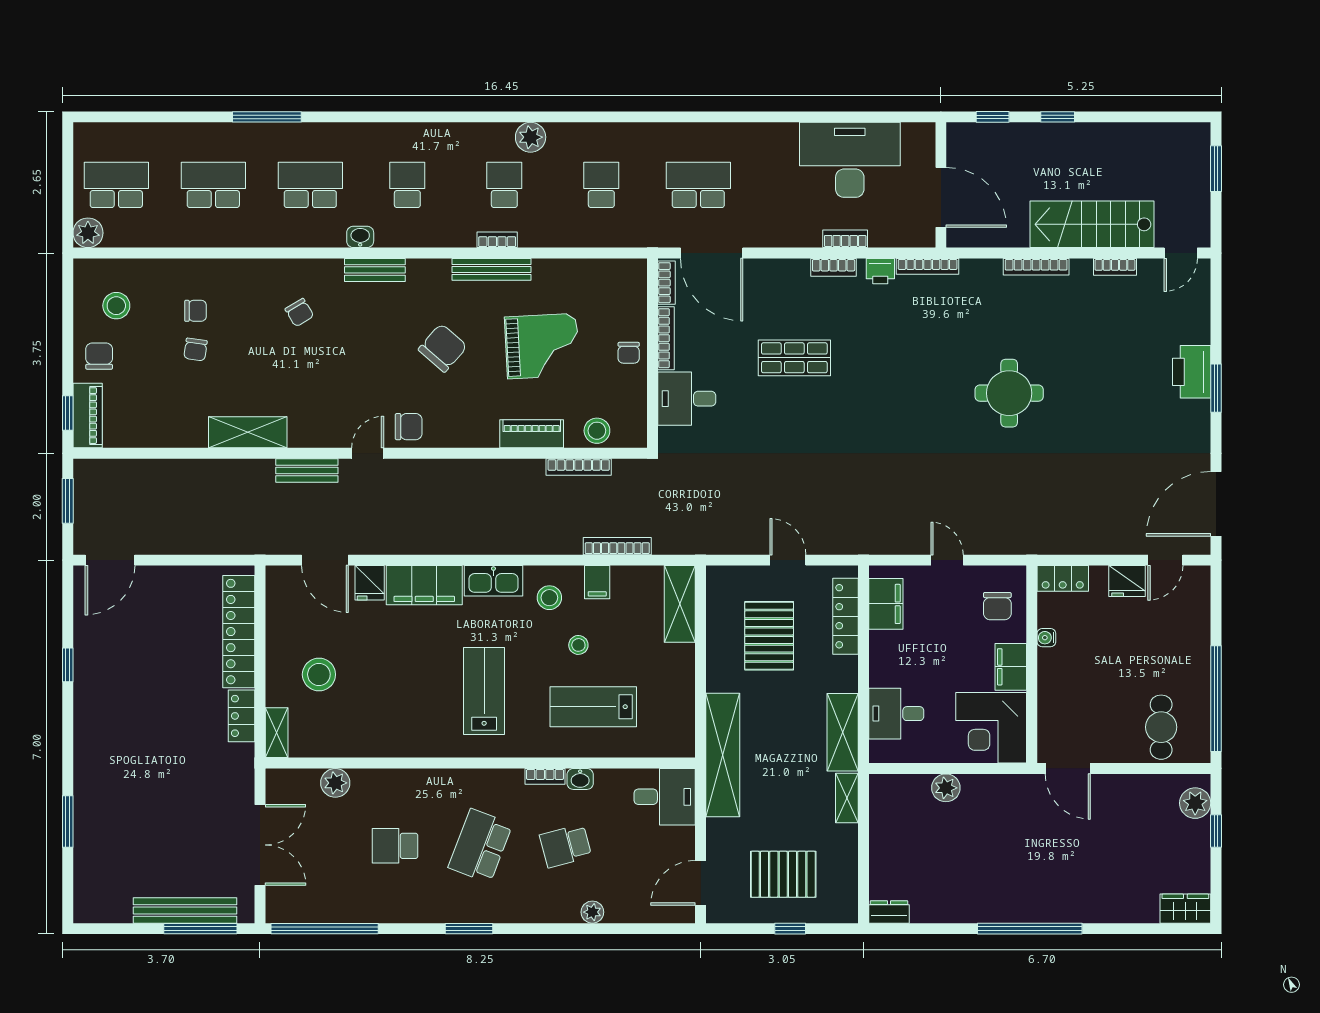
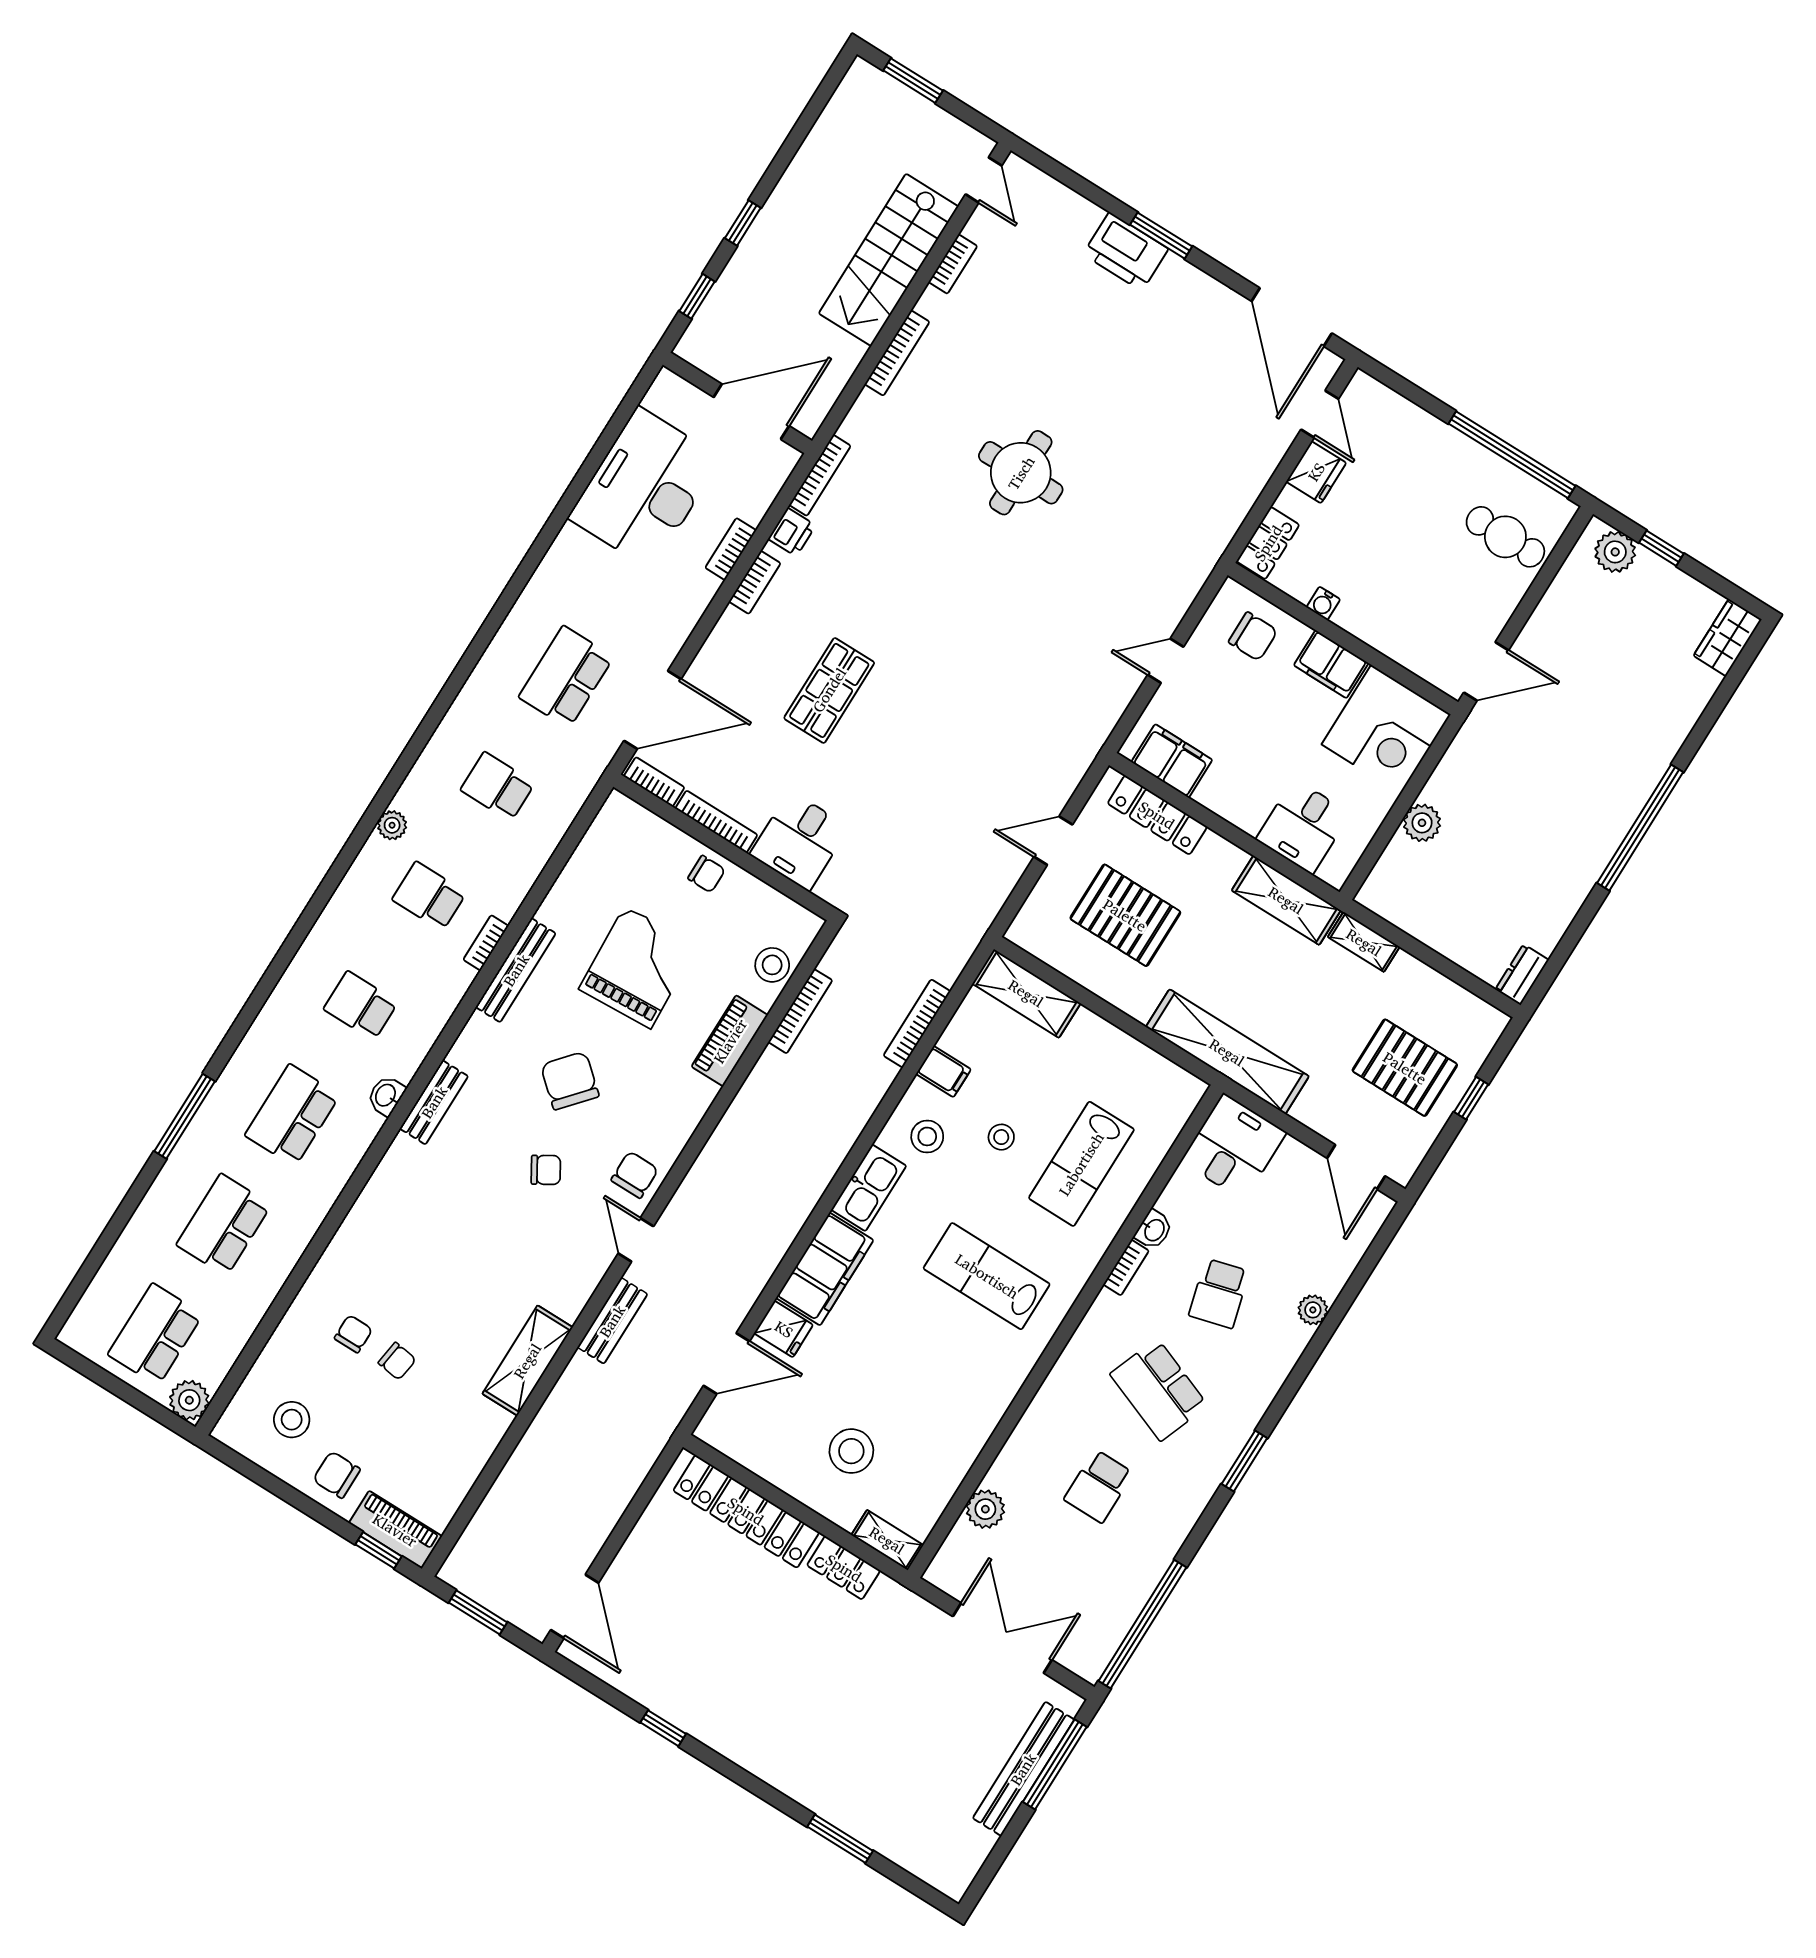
plant: (531, 137) -> (392, 825), width x0.73, depth x0.73
chair: (299, 313) -> (546, 1170), moved
pallet: (783, 874) -> (1405, 1068), turned 90

